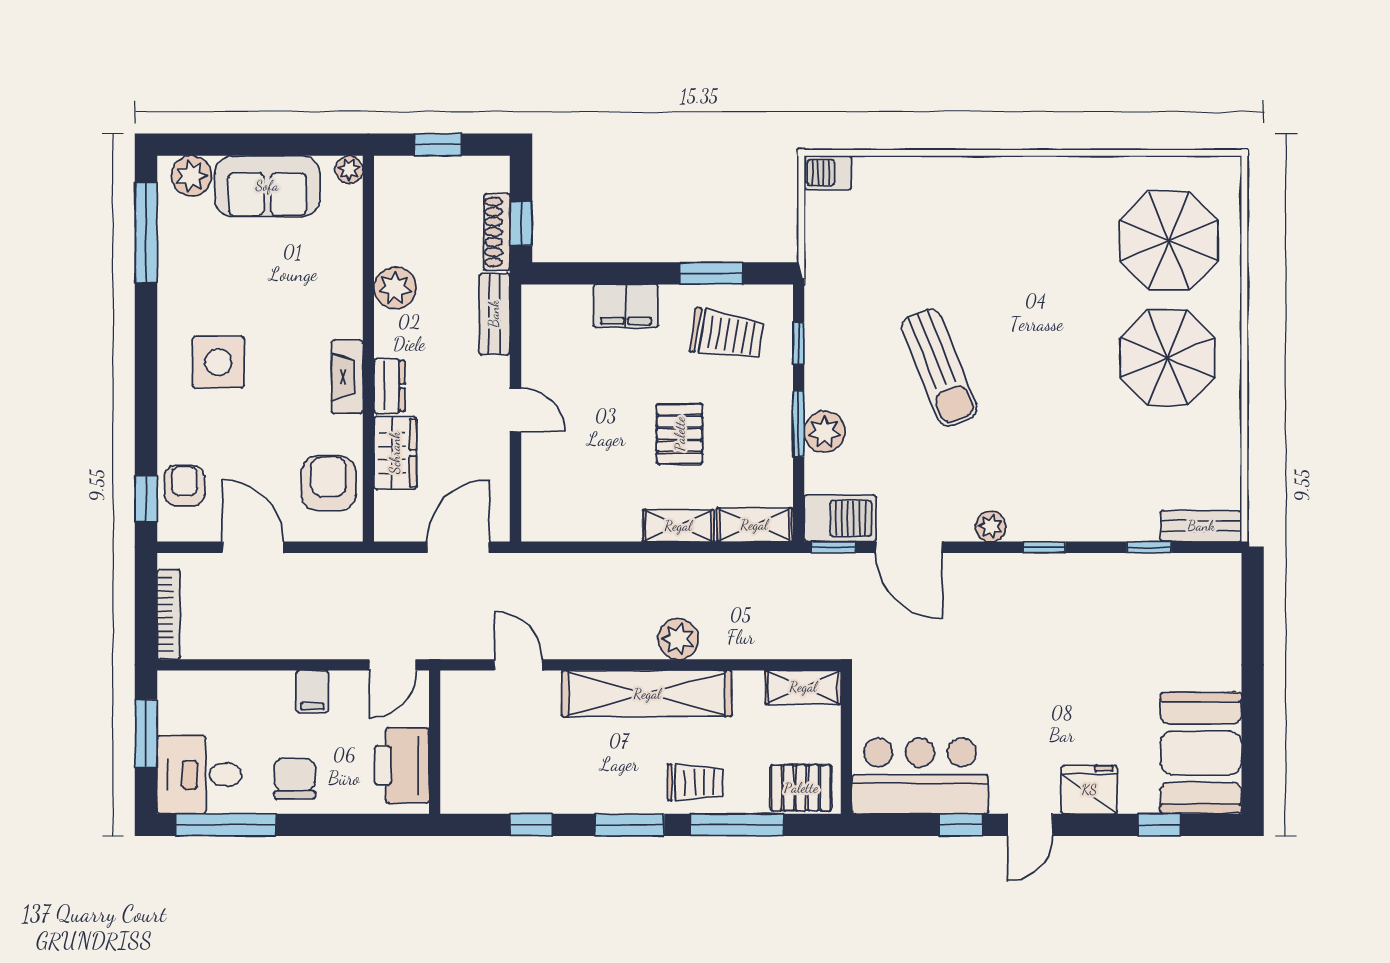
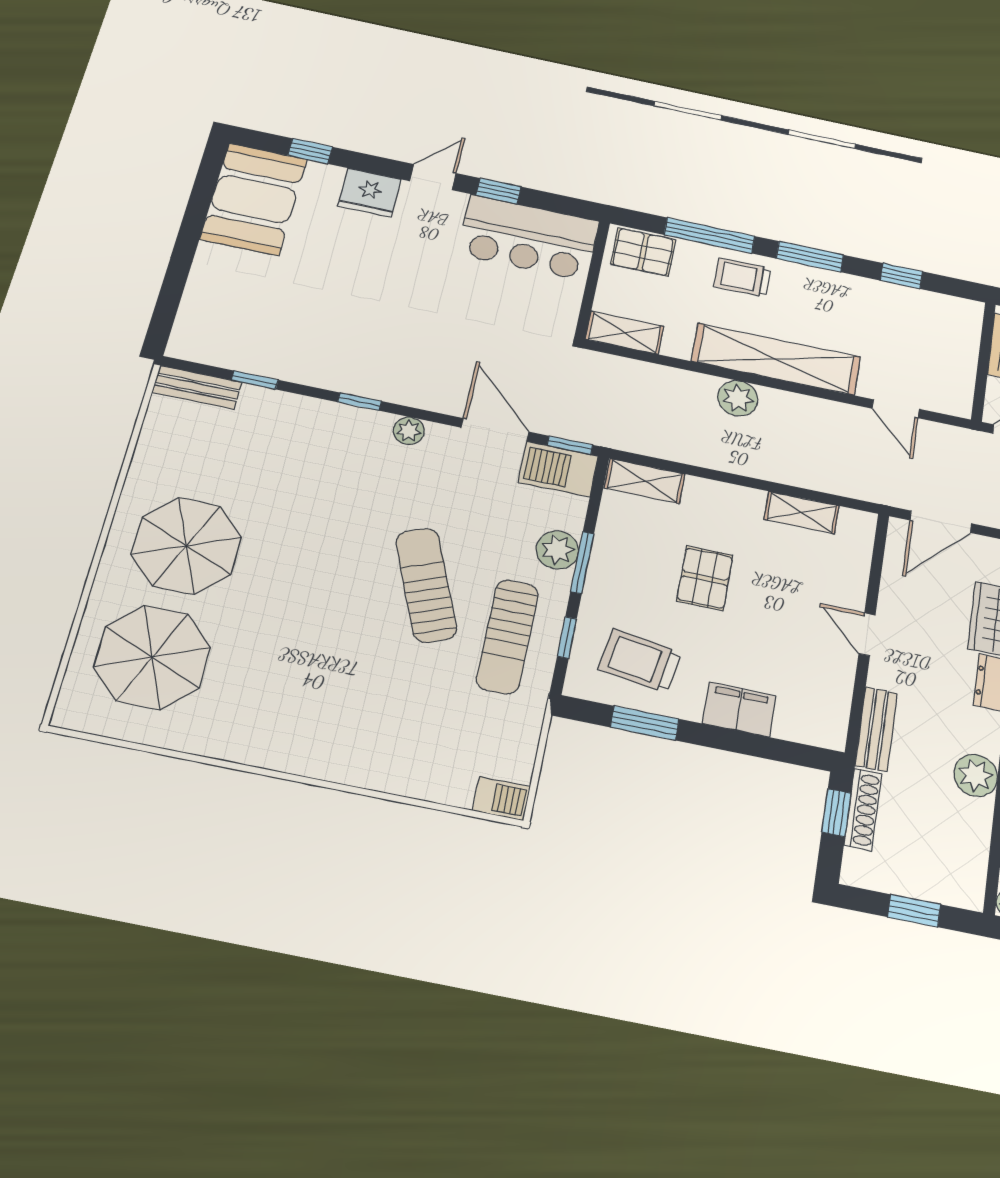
sun lounger: (854, 332) -> (508, 636), added
shelving: (678, 526) -> (802, 513), moved

